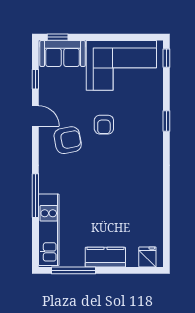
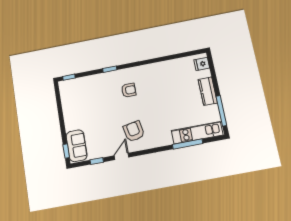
corner sofa: (121, 65) -> (78, 105), removed
armchair: (104, 125) -> (129, 90), moved
window: (35, 196) -> (188, 144), moved

